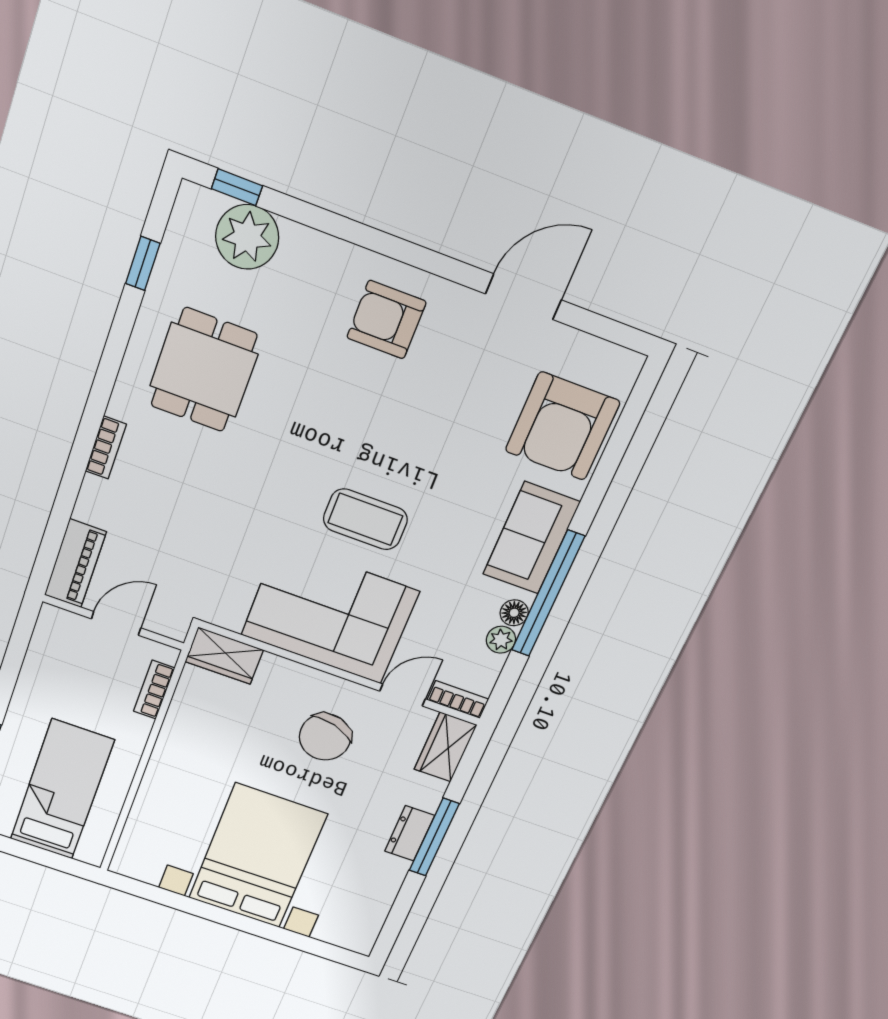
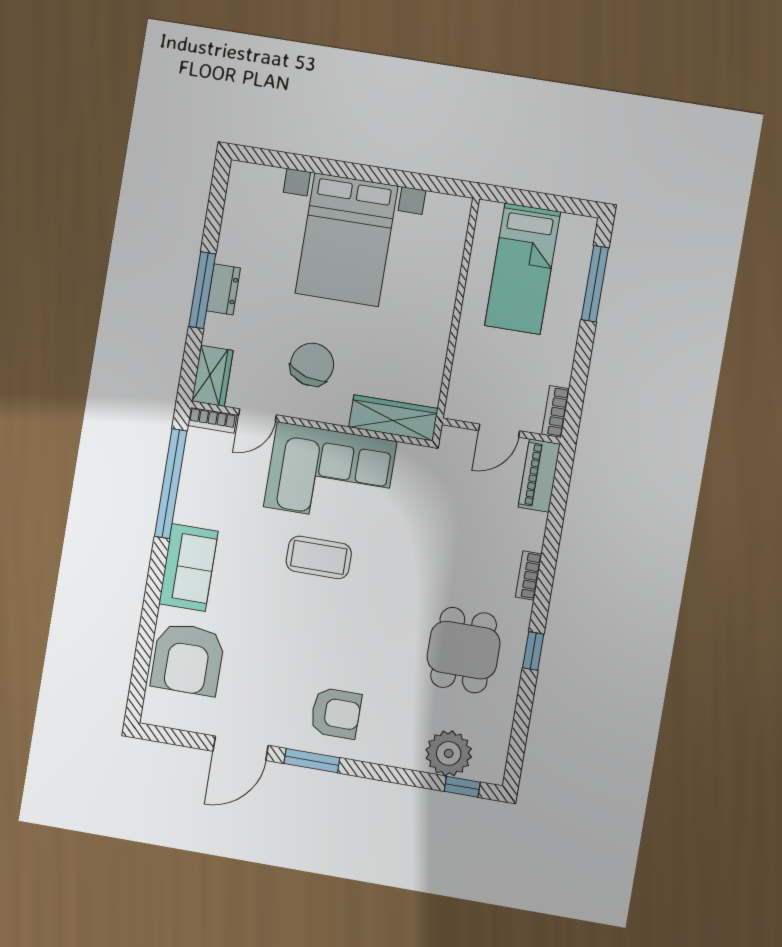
window: (432, 262) -> (312, 761), added
window: (143, 263) -> (533, 651), moved
armchair: (562, 426) -> (188, 659), turned 180
window: (548, 594) -> (171, 484), moved
floor lamp: (514, 613) -> (186, 504), removed
plant: (501, 640) -> (191, 479), removed
wardrobe: (224, 656) -> (393, 418), width x1.50
bookcase: (154, 690) -> (556, 412), moved, turned 180

